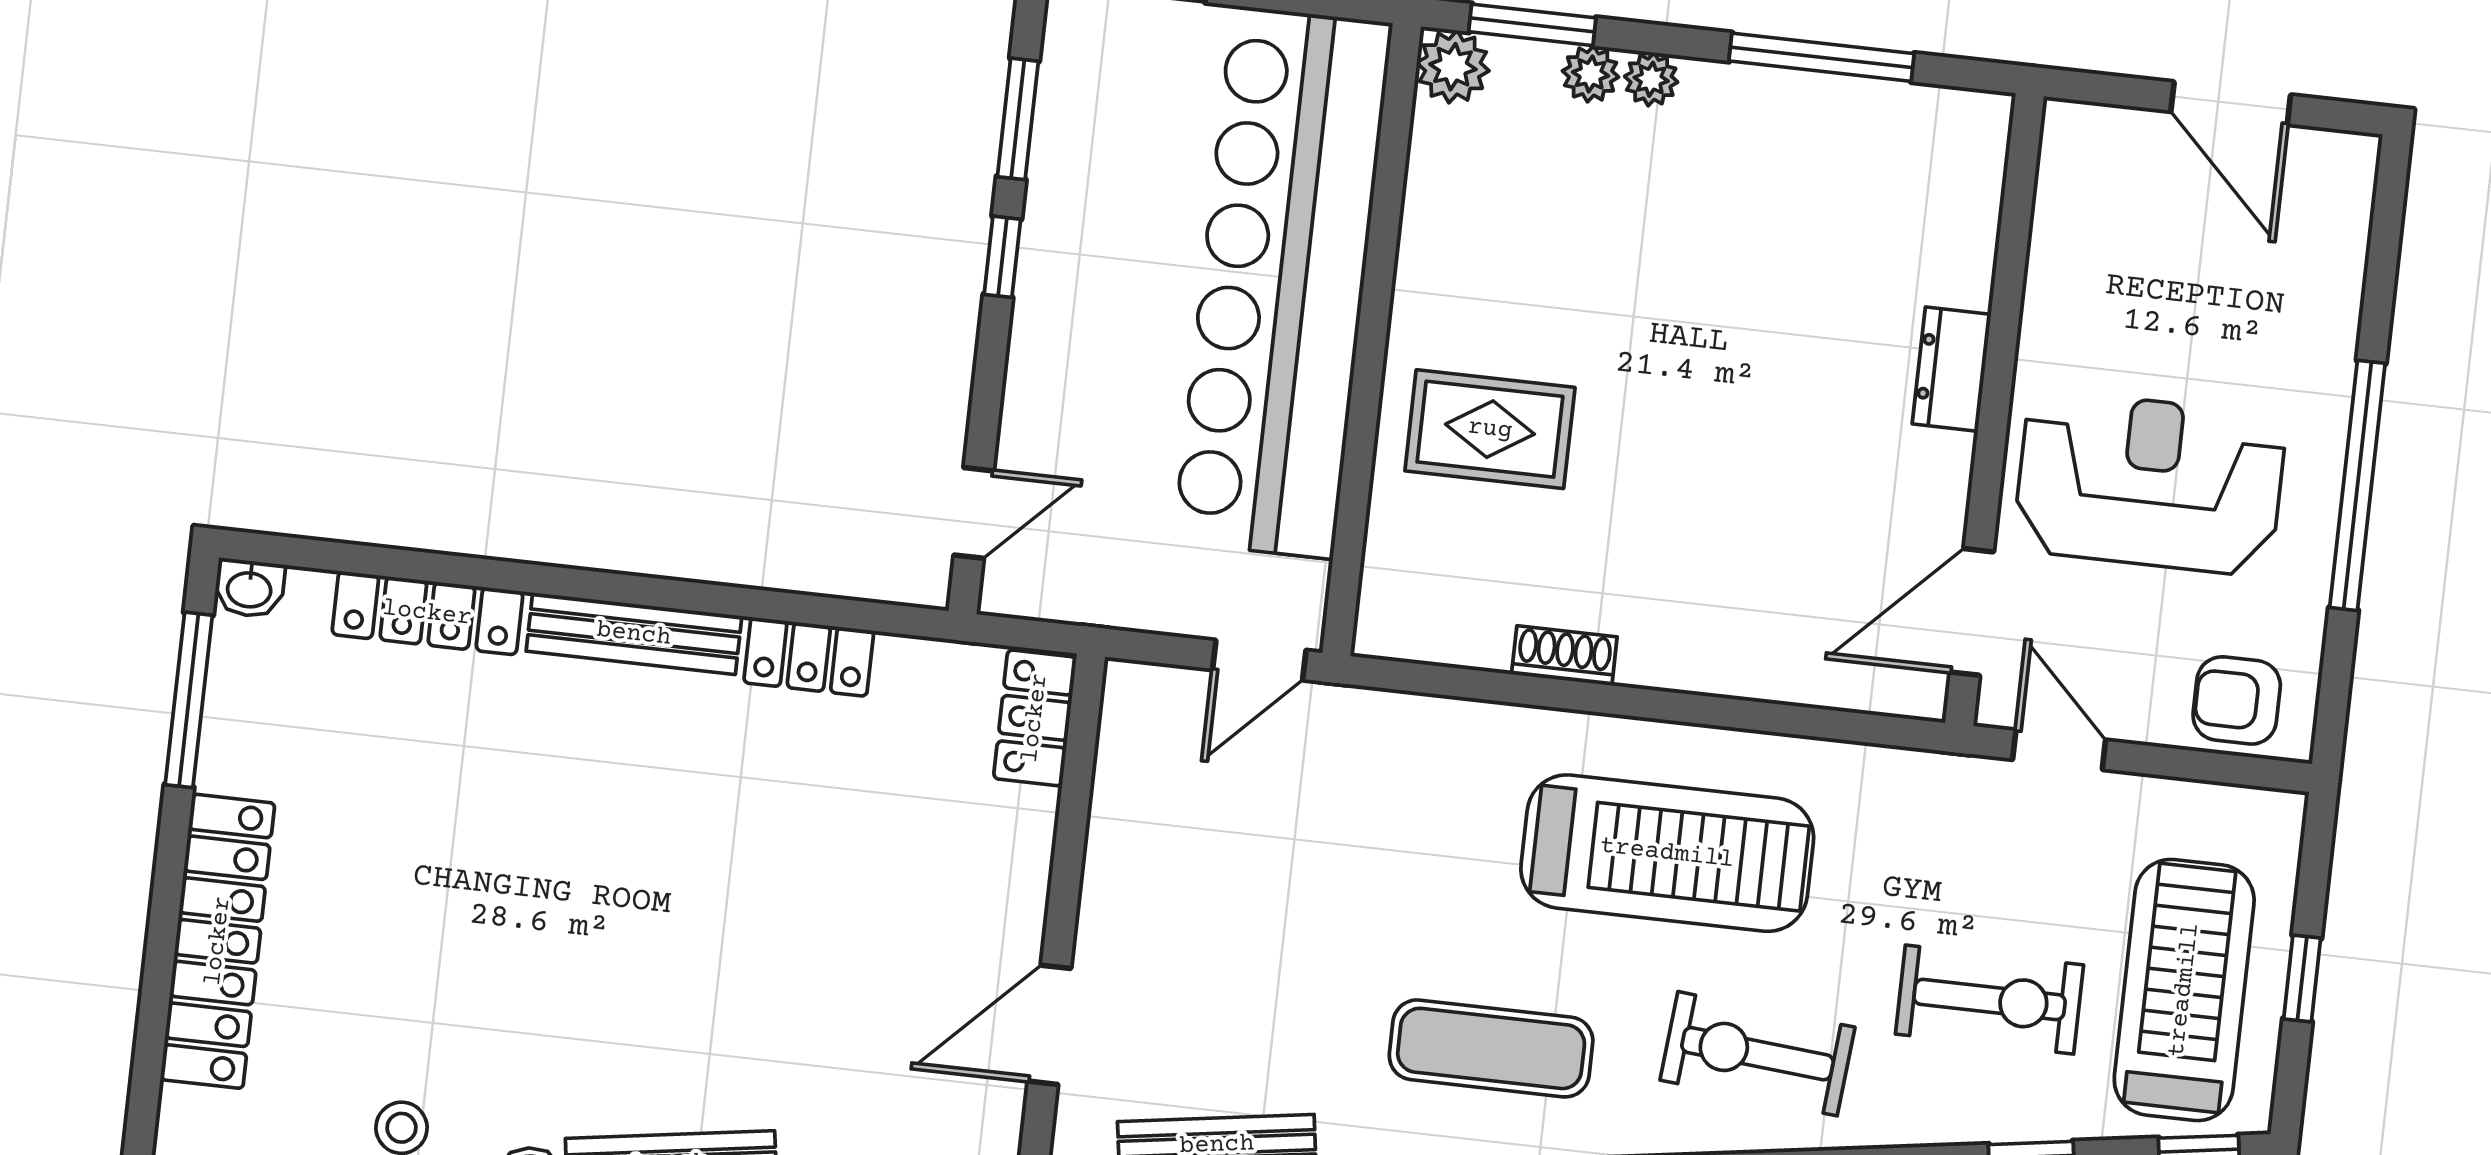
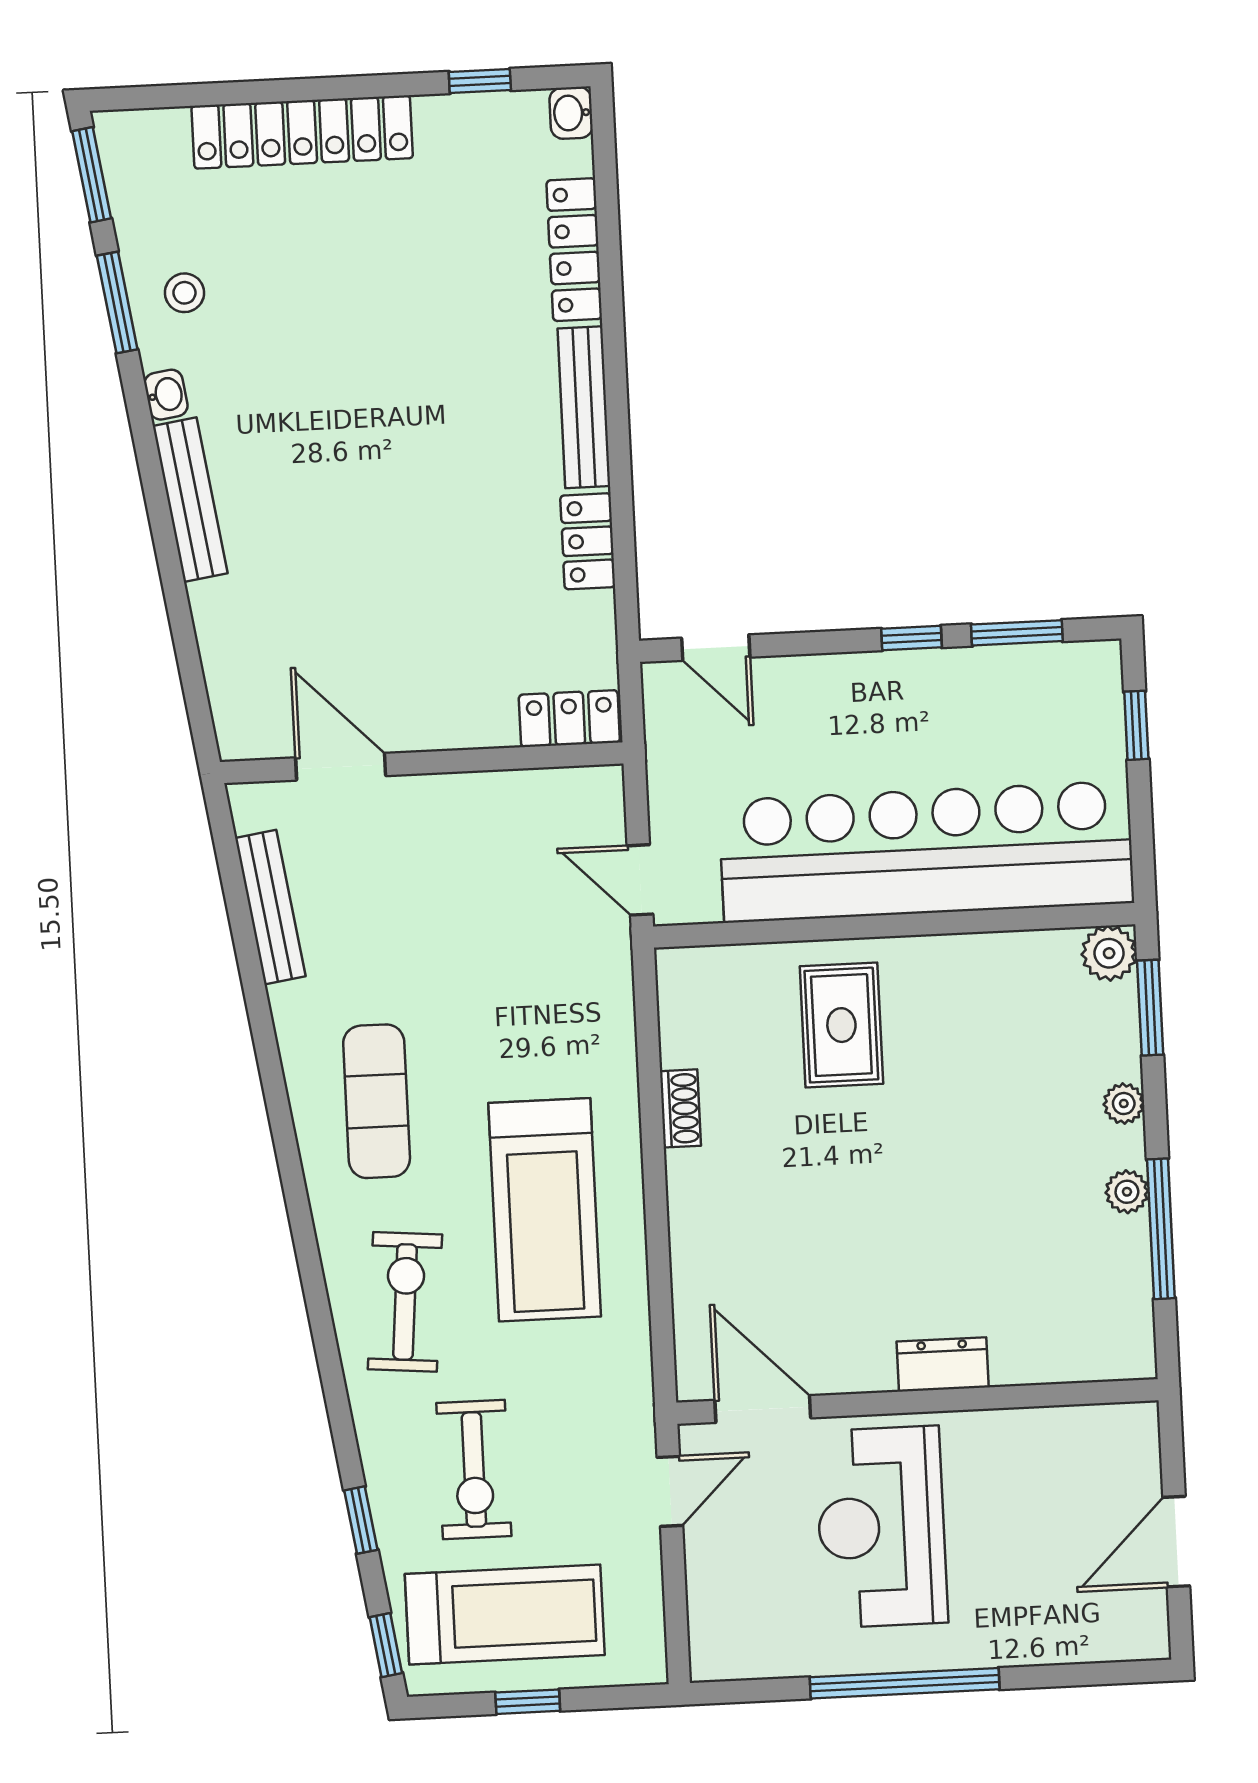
plant: (1591, 74) -> (1127, 1192), moved
reception desk: (2150, 483) -> (881, 1527), turned 180
window: (189, 700) -> (480, 81), width x0.46
armchair: (2237, 700) -> (729, 1619), removed

